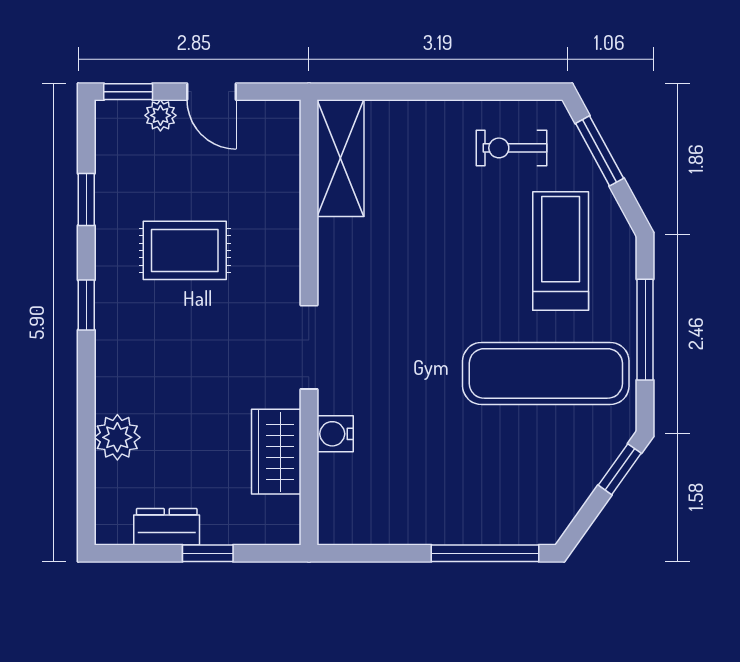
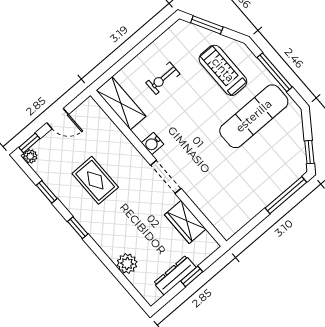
plant: (160, 115) -> (30, 156), moved
exercise bike: (512, 148) -> (163, 78), moved
rug: (185, 250) -> (95, 180), turned 90
water cooler: (335, 434) -> (152, 143), moved
window: (620, 469) -> (309, 152), moved
dresser: (167, 527) -> (175, 275), width x1.44

